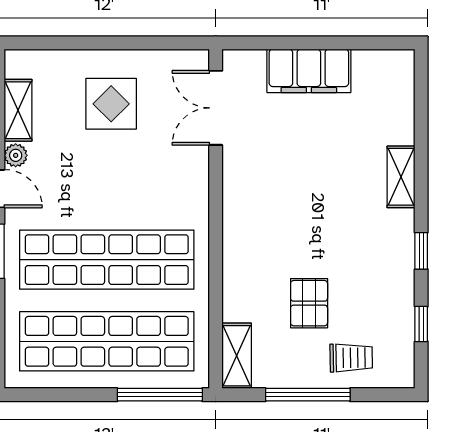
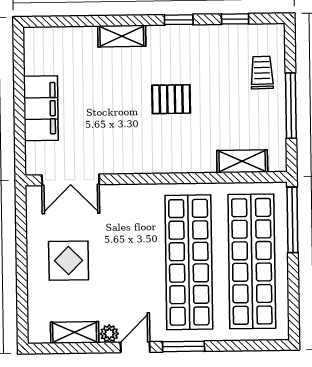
pallet: (309, 303) -> (171, 99), moved
shelving: (237, 356) -> (242, 161), moved

